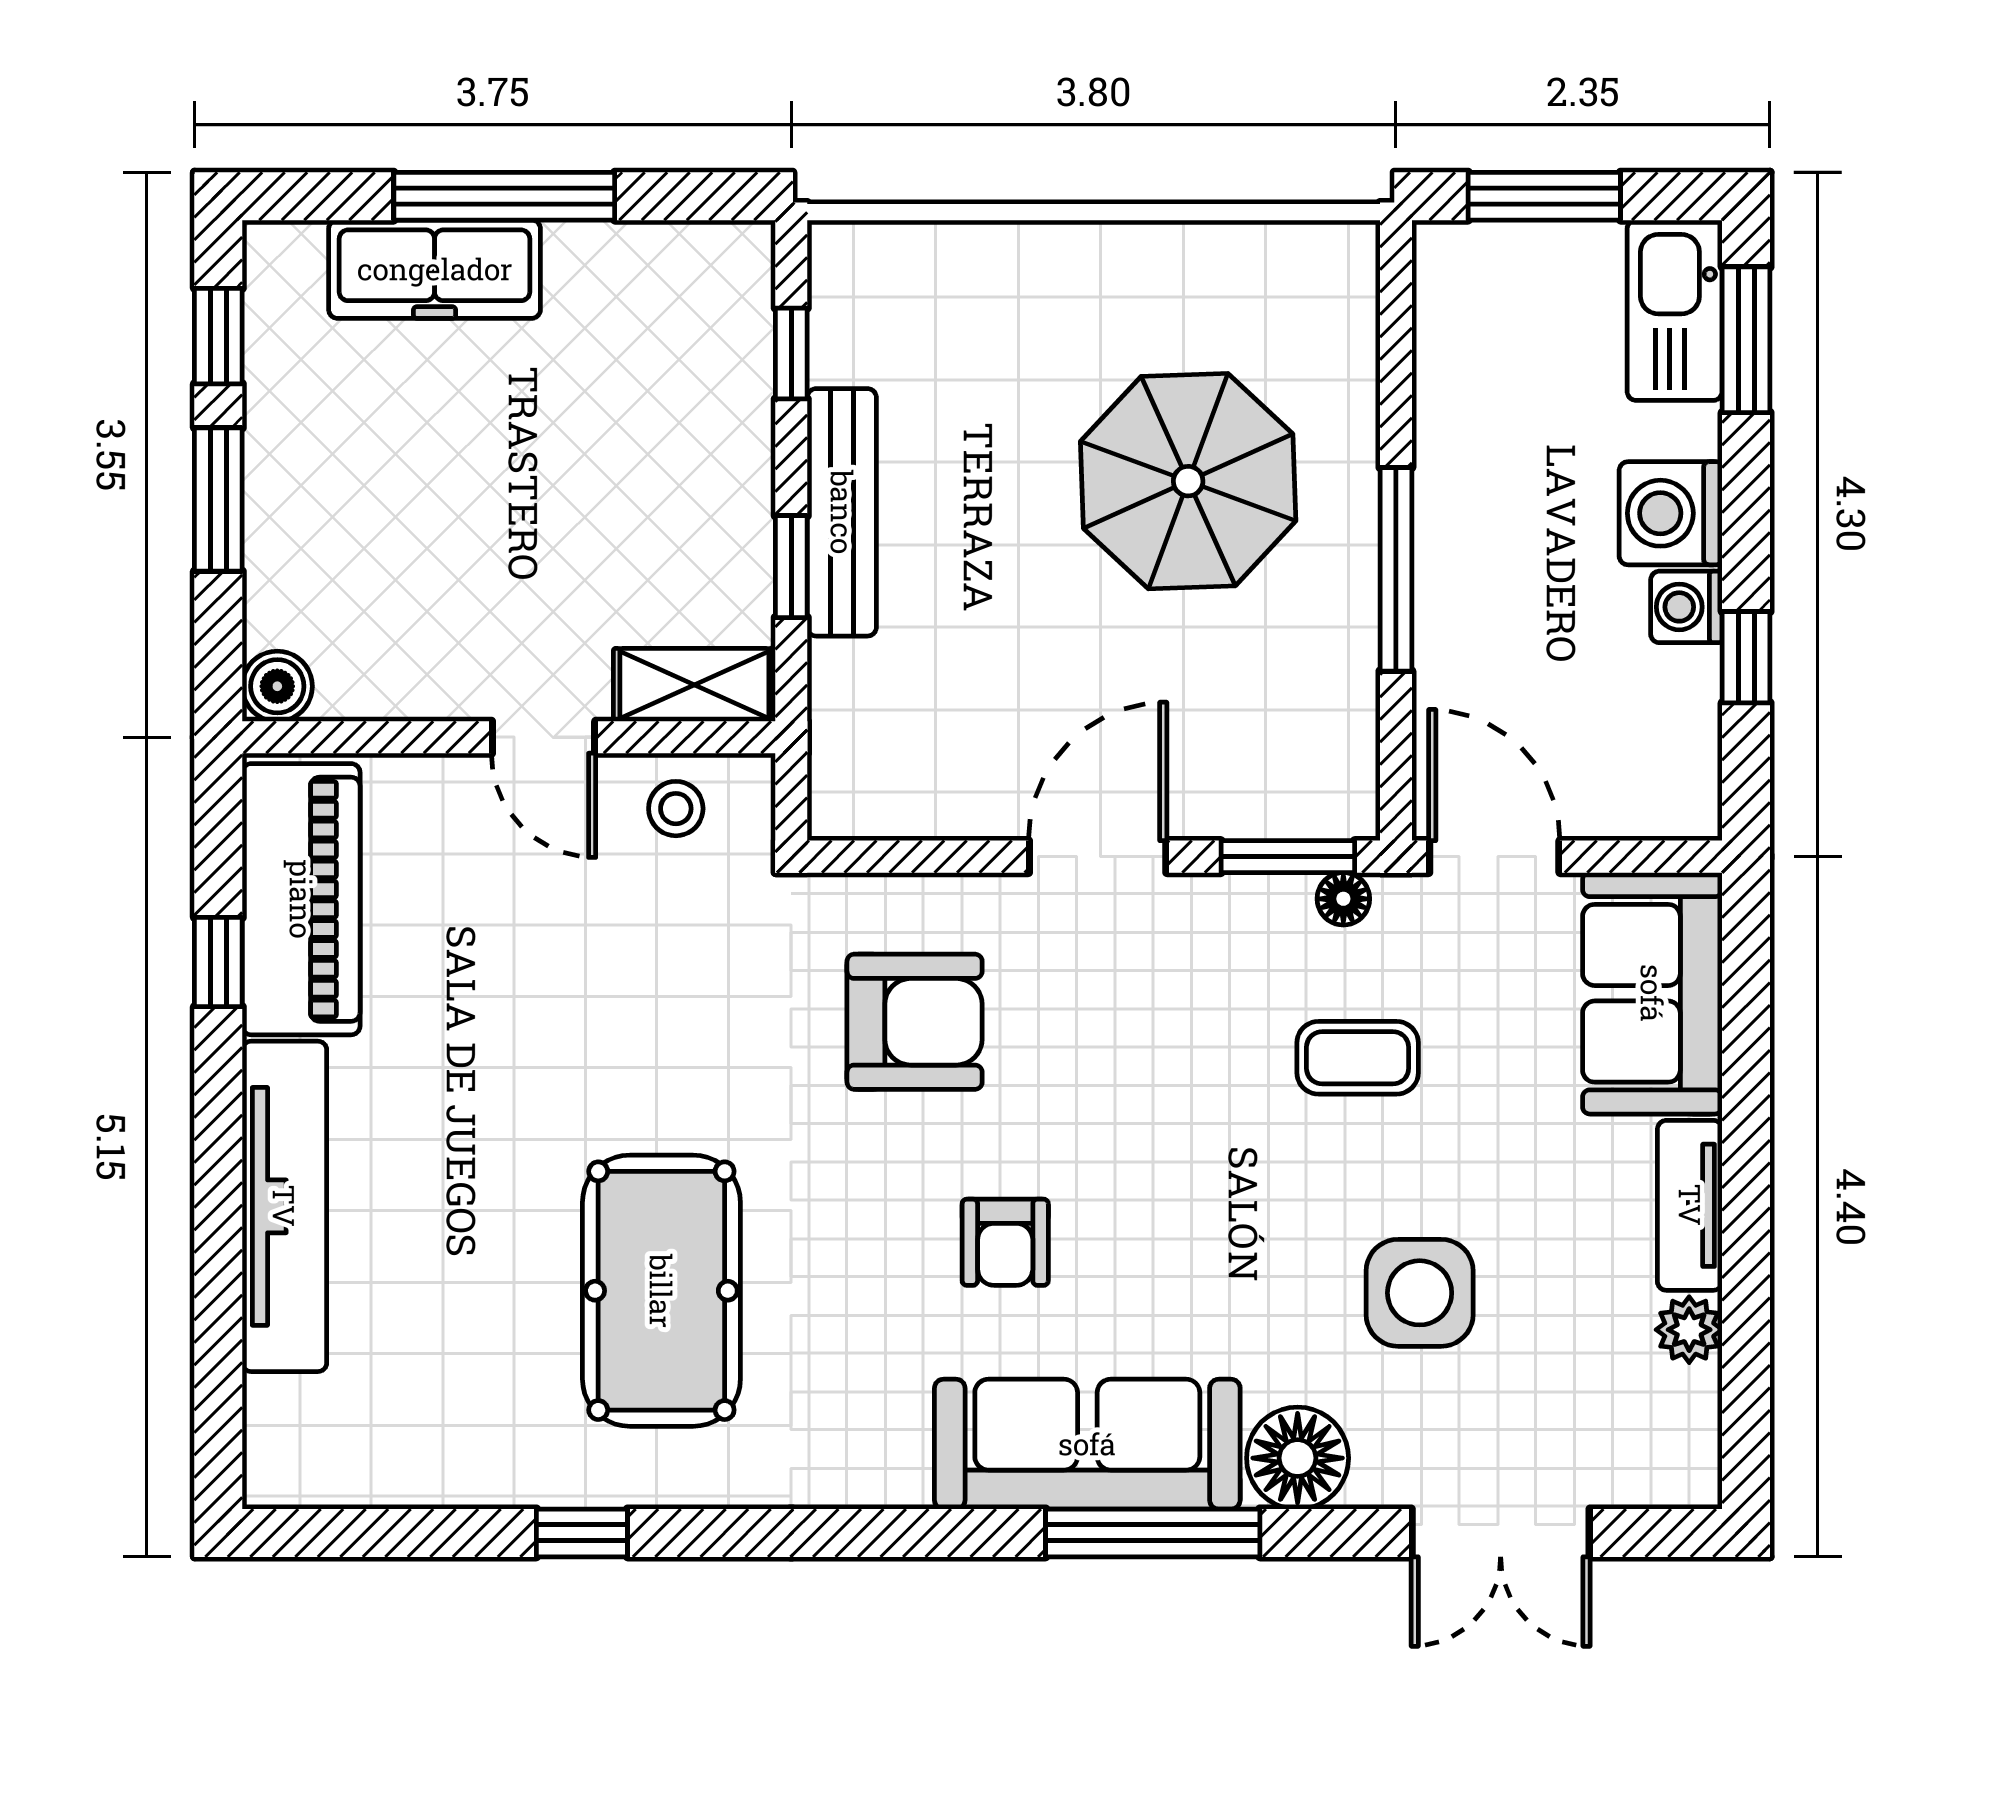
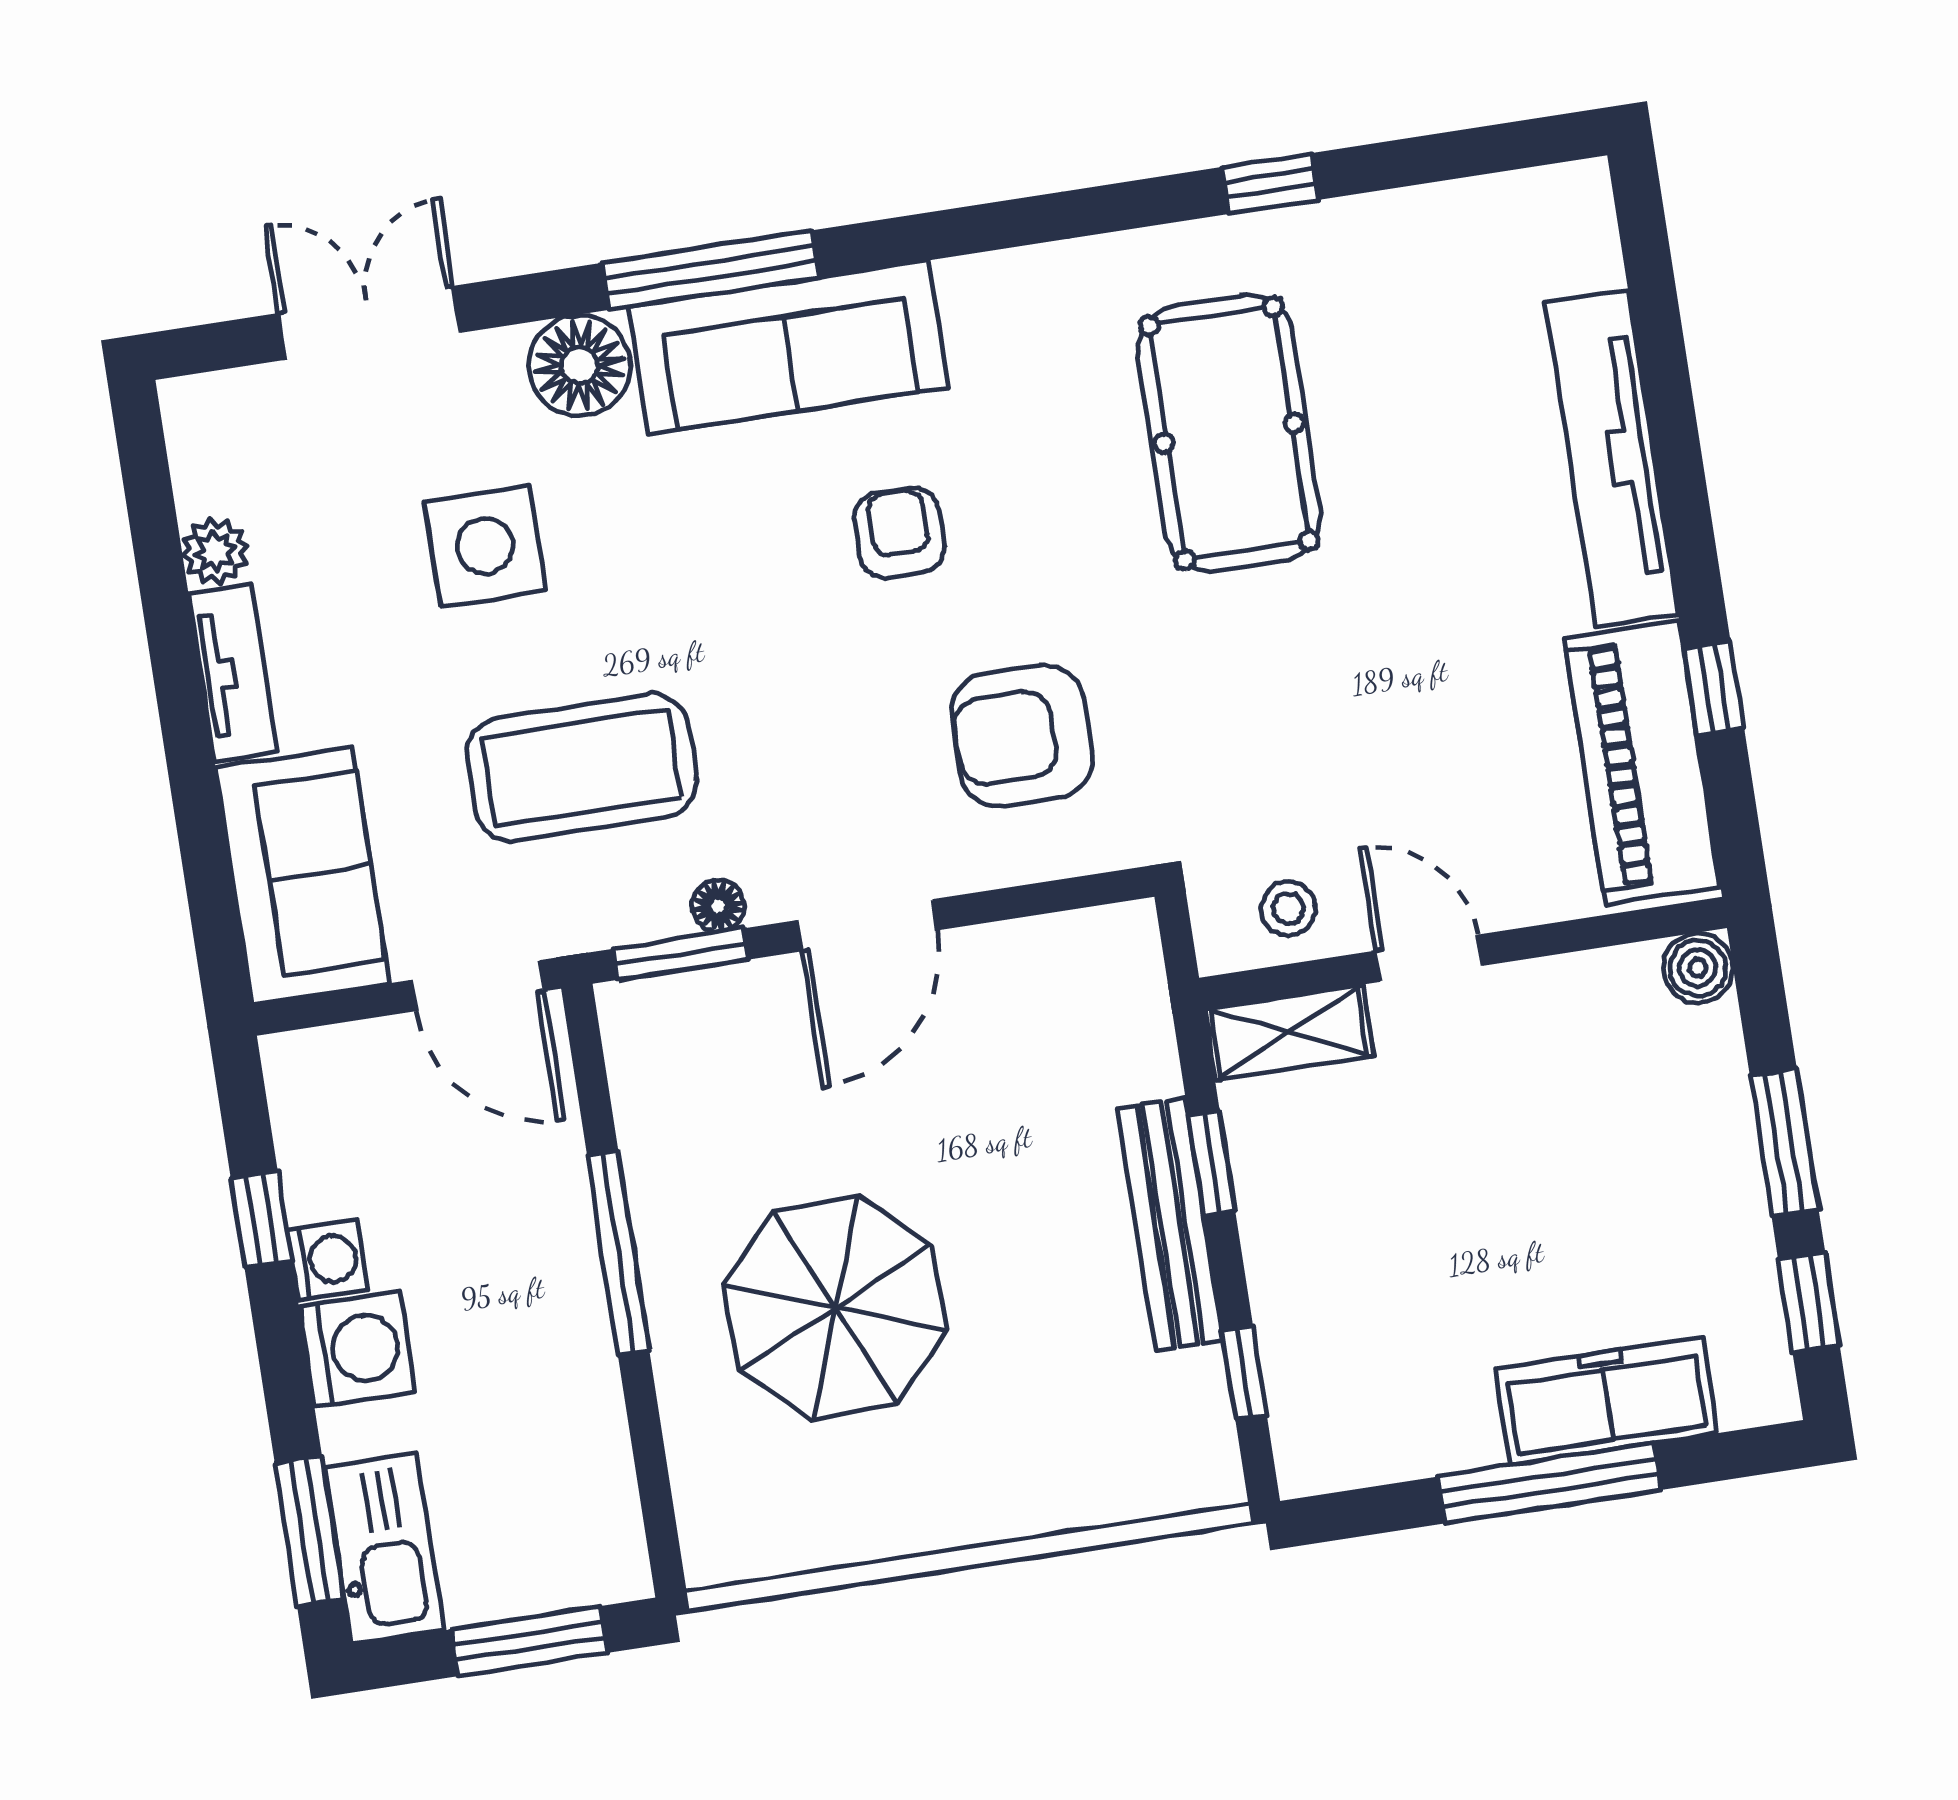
floor lamp: (1343, 899) -> (718, 906), moved
coffee table: (1358, 1058) -> (582, 767), width x1.86, depth x1.72

